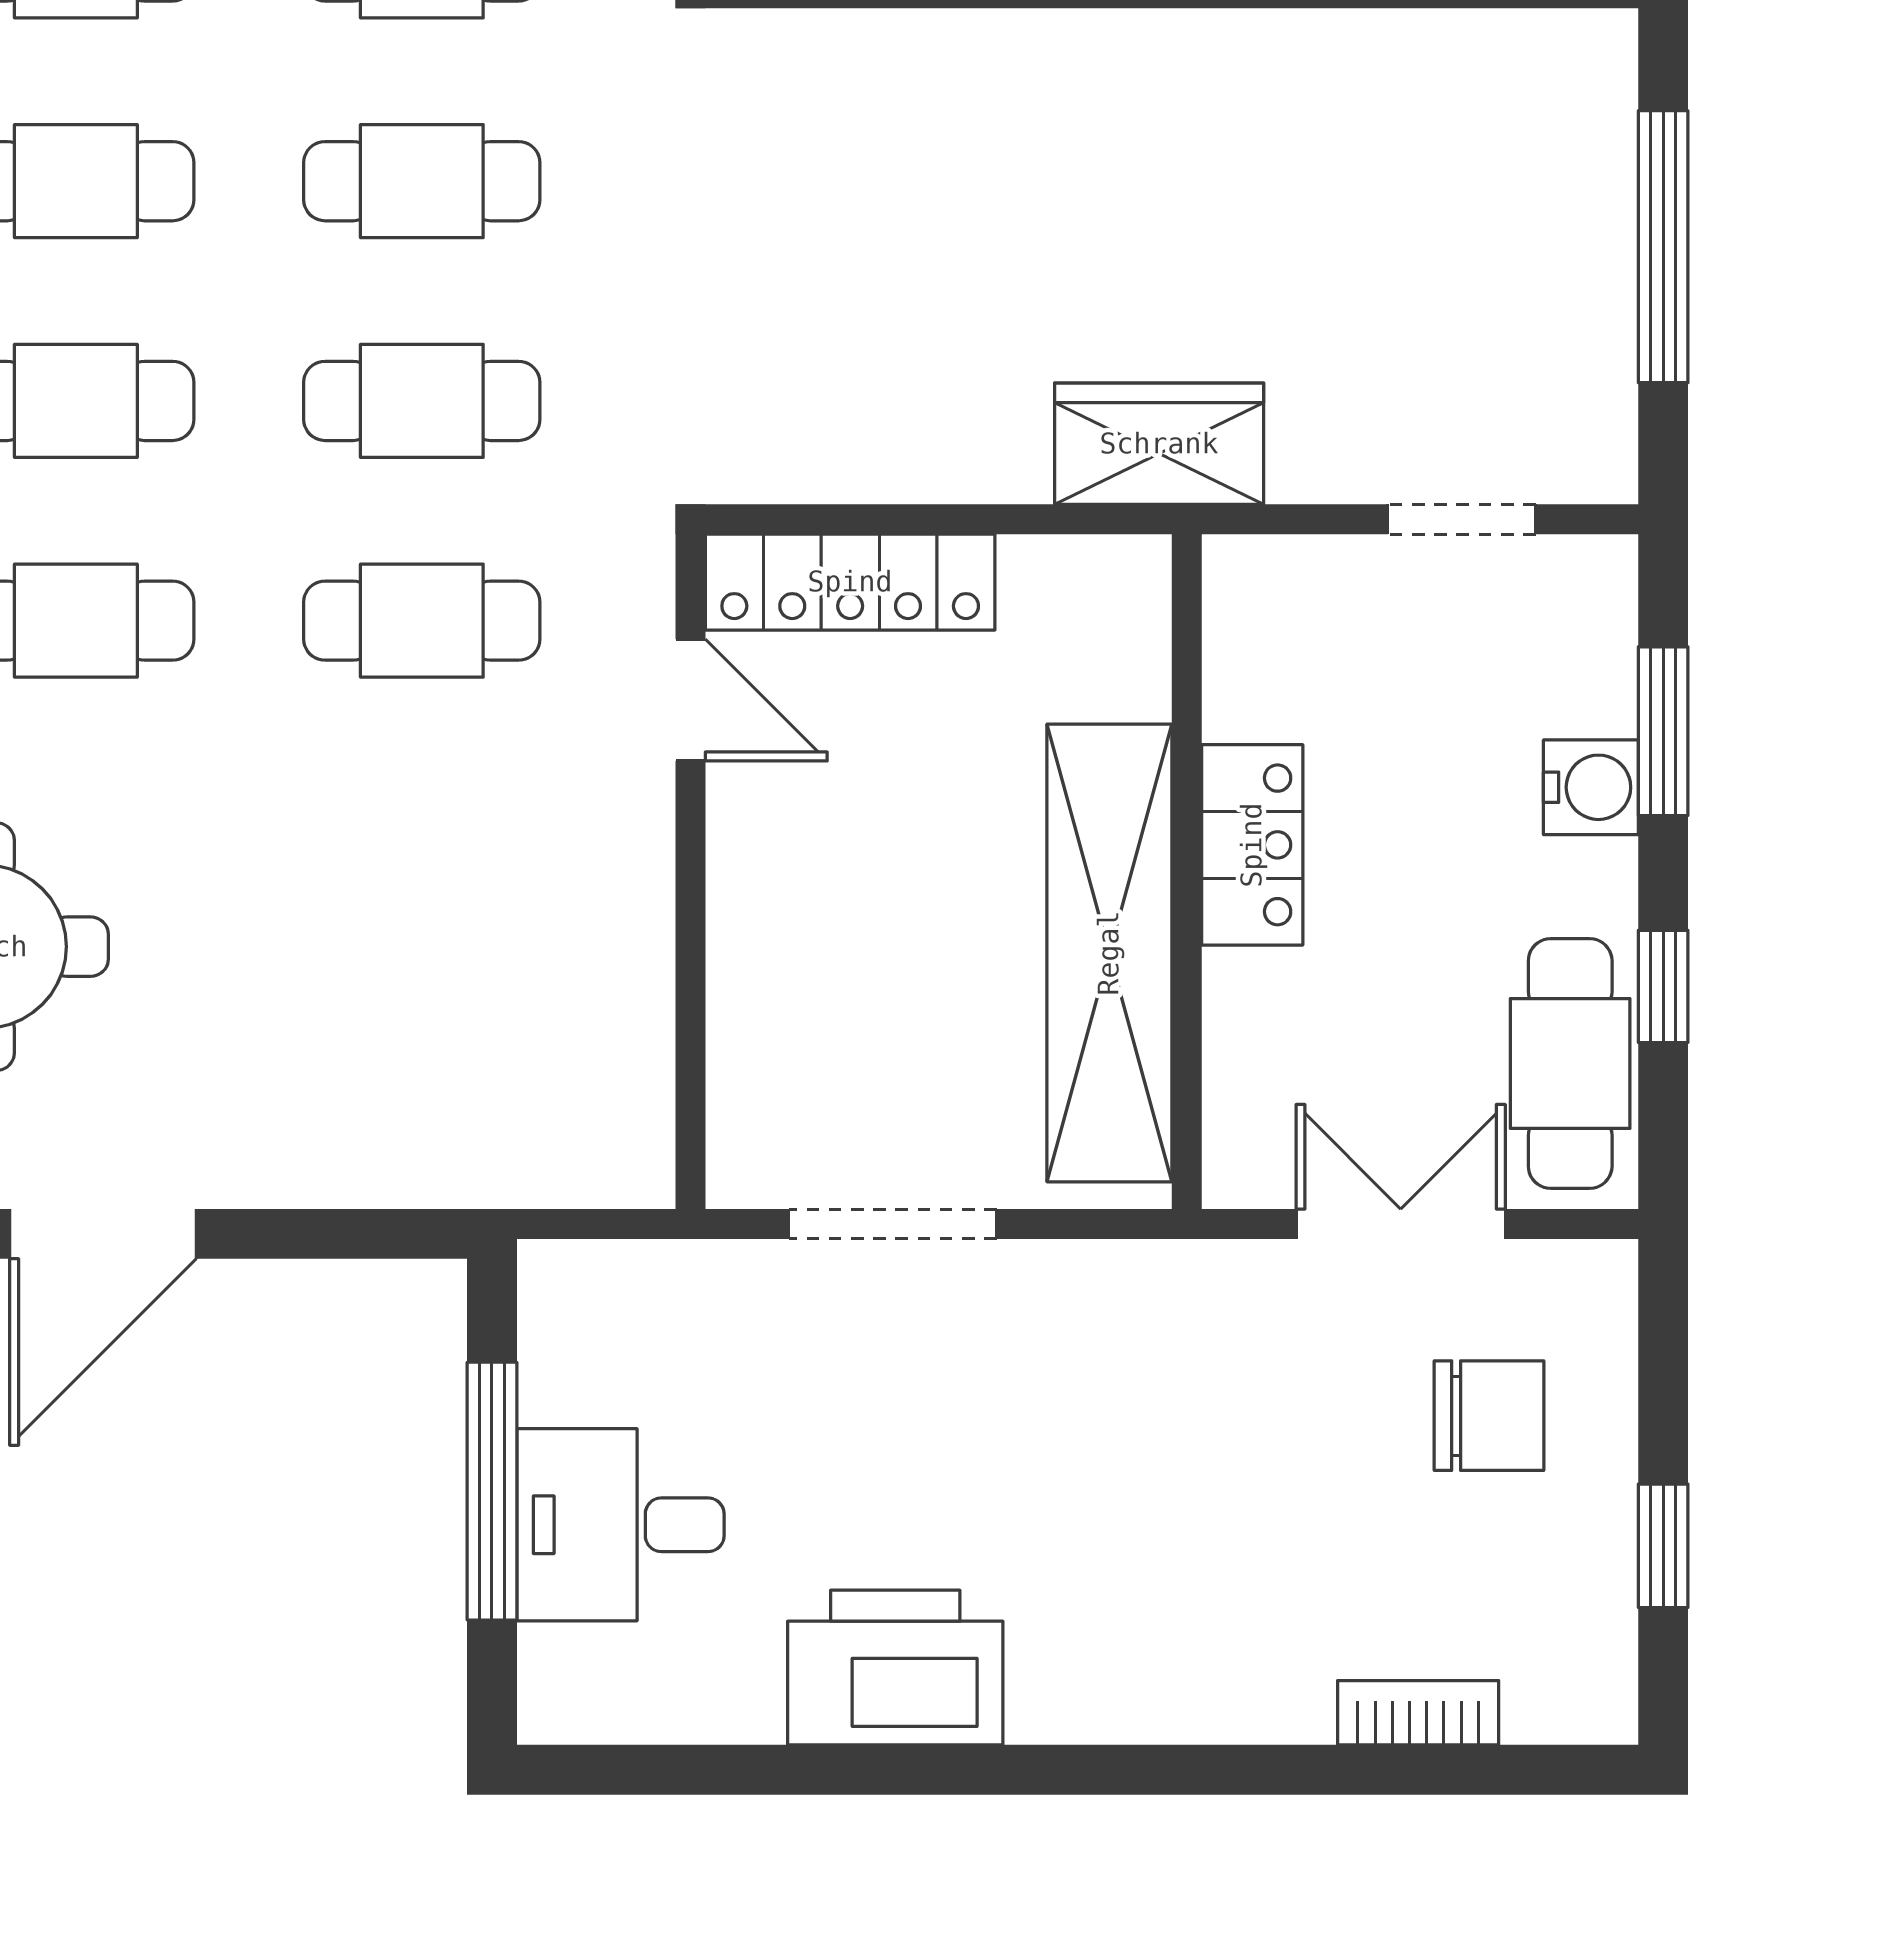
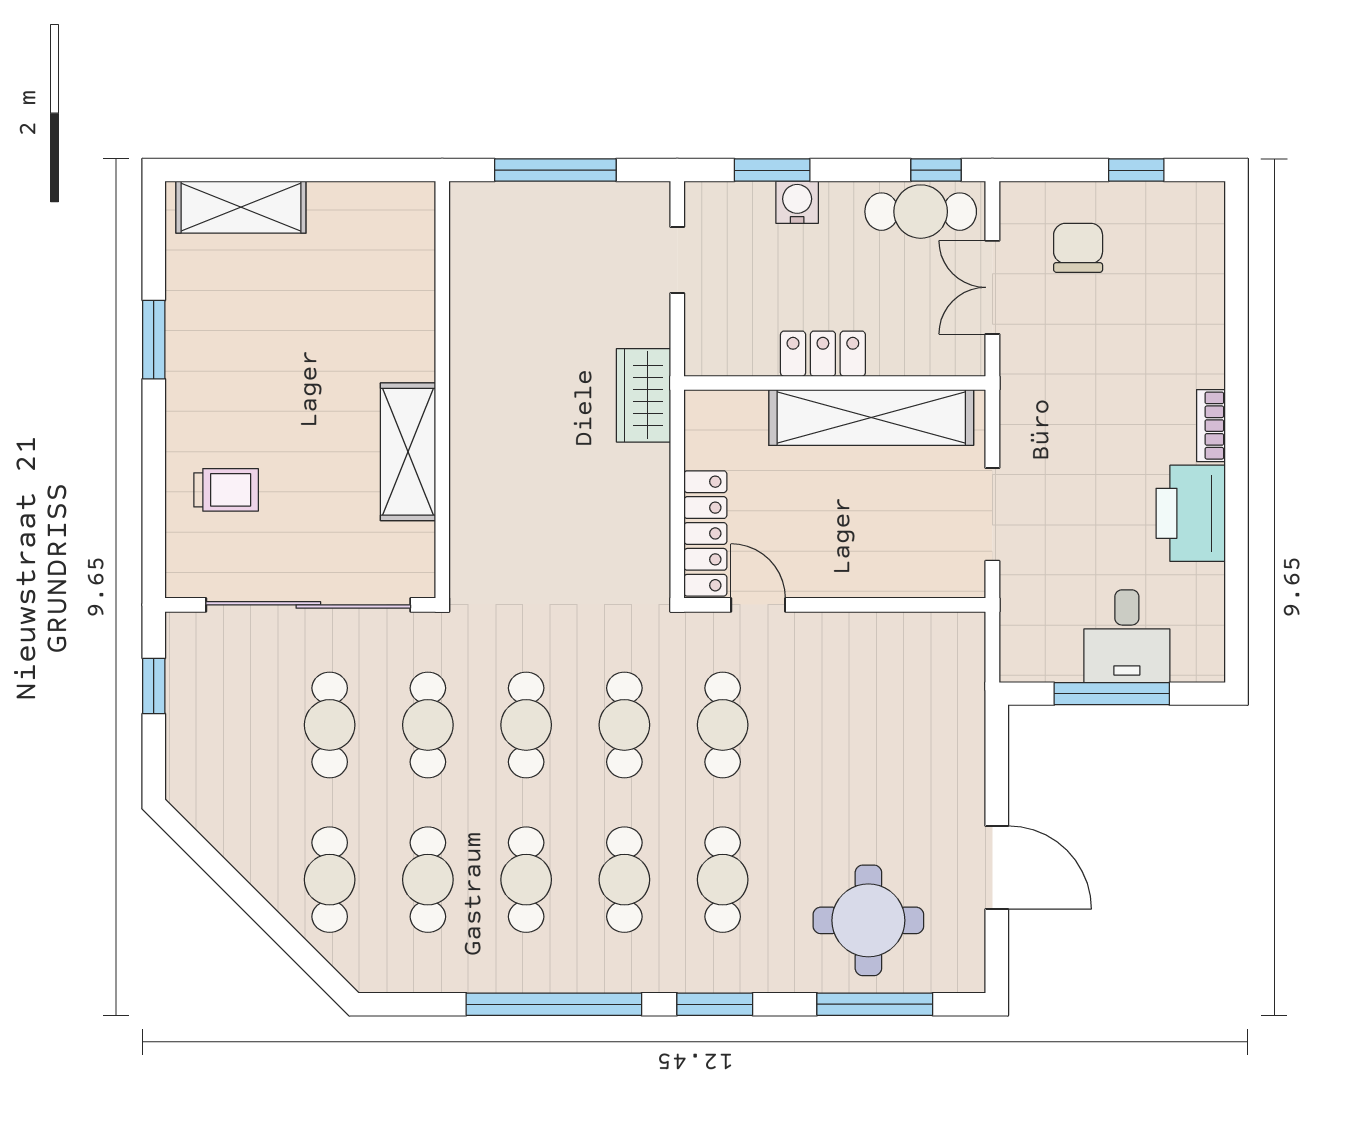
door: (690, 700) -> (758, 605), hinge flipped
window: (1663, 986) -> (936, 170), moved
bookcase: (1418, 1713) -> (1211, 426), moved

